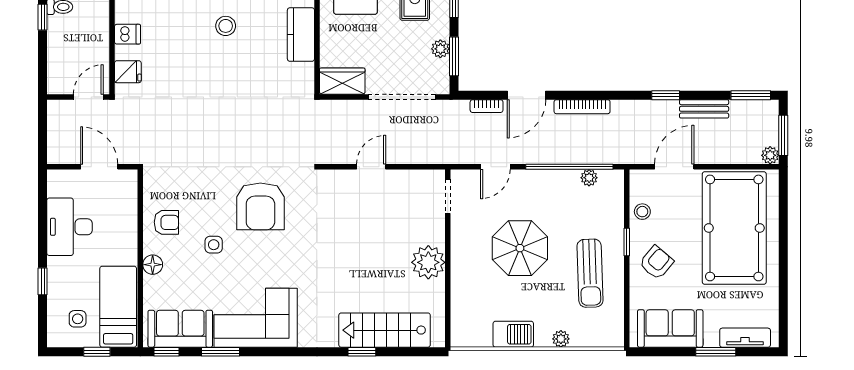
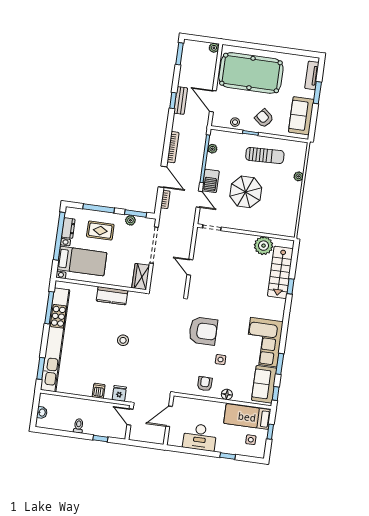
window: (43, 17) -> (100, 438), moved
stool: (226, 26) -> (123, 340), moved
bench: (704, 109) -> (181, 101), moved
window: (783, 135) -> (204, 39), removed
plant: (428, 262) -> (264, 246), moved
barbecue: (513, 334) -> (211, 181), moved, turned 180

